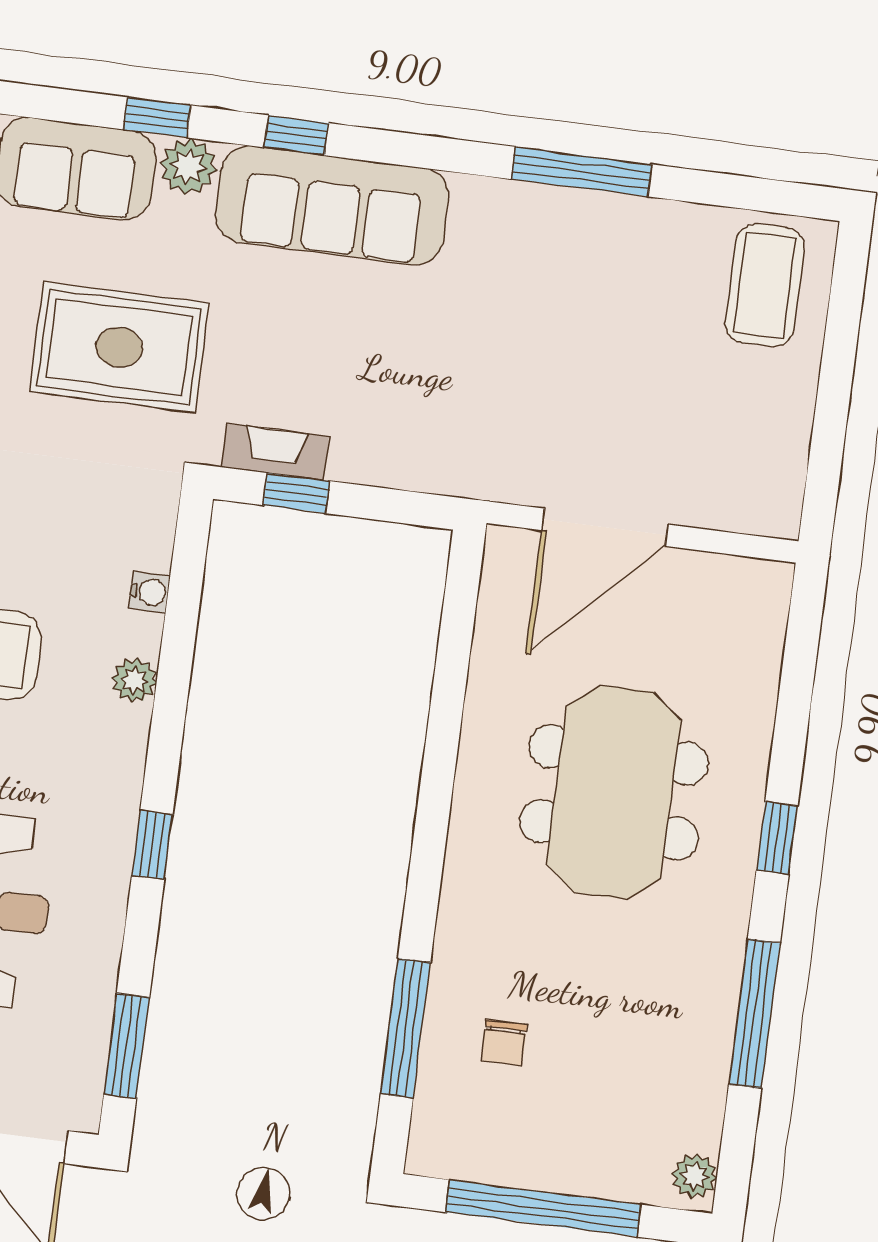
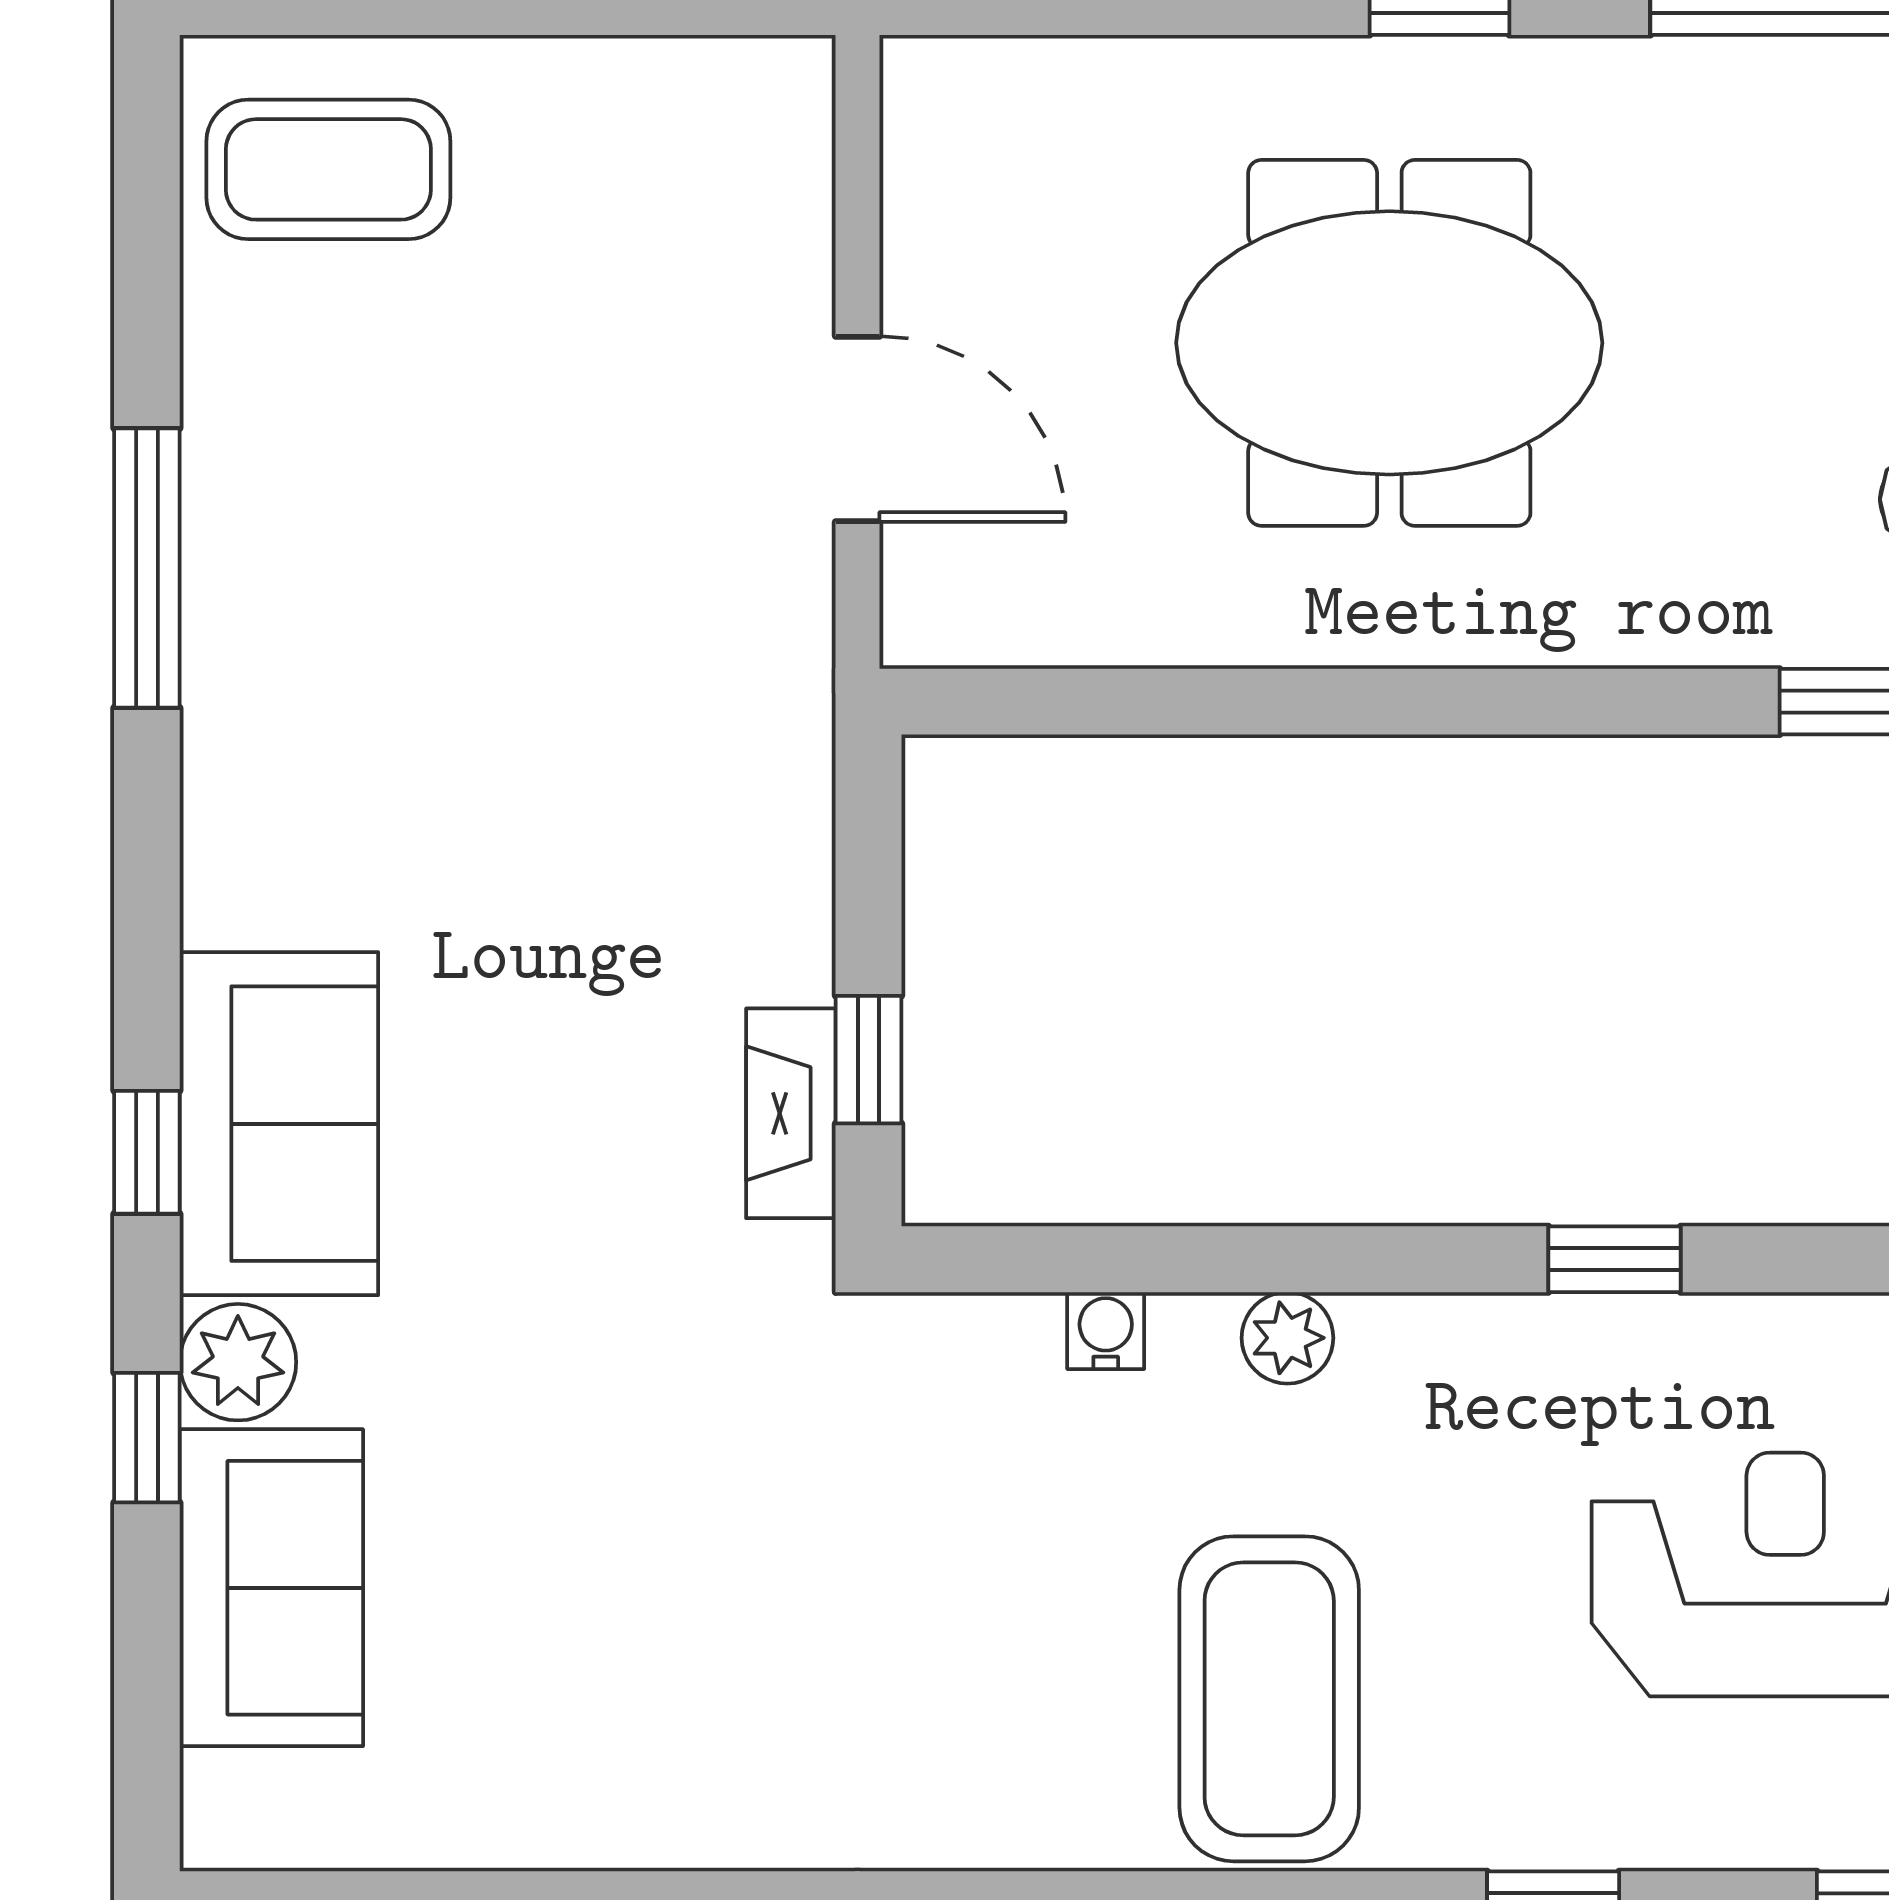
sofa: (332, 205) -> (279, 1124), width x0.73
rug: (119, 347) -> (620, 1454), removed
door: (605, 527) -> (858, 429), width x0.73

